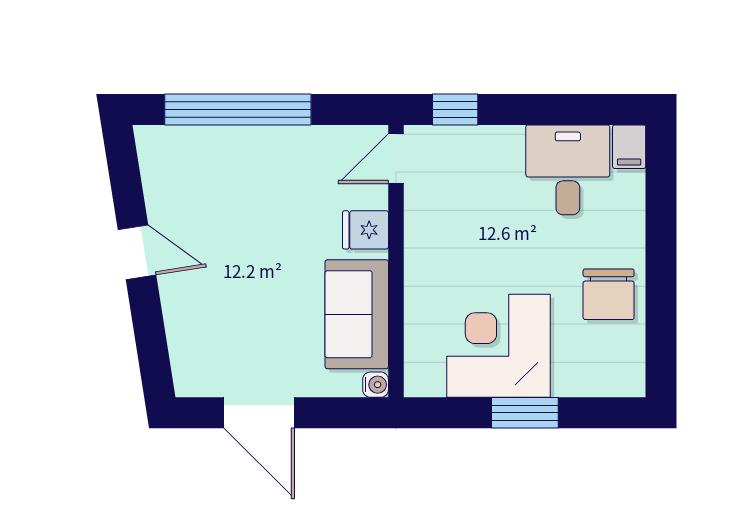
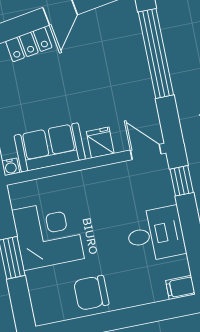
desk: (568, 170) -> (155, 234), moved
locker: (181, 314) -> (29, 44), added

